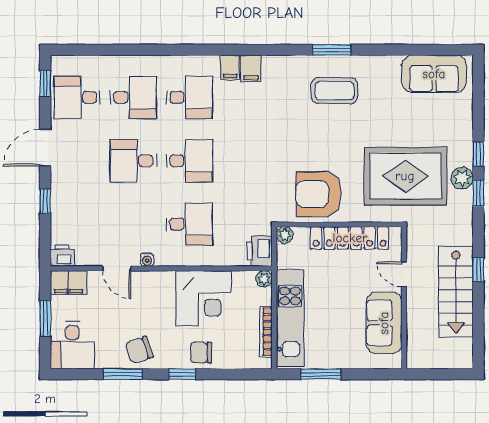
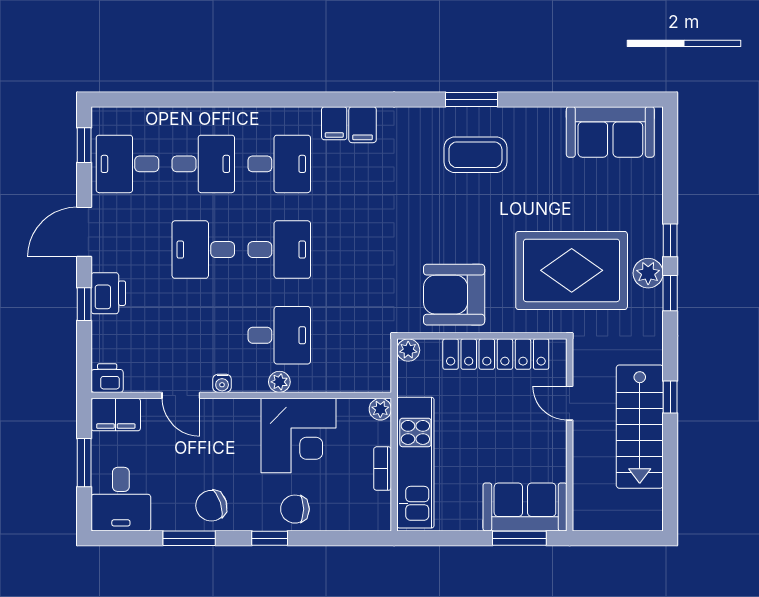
printer: (260, 251) -> (108, 293), moved, turned 180
plant: (189, 259) -> (279, 382), added
sofa: (384, 323) -> (525, 507), moved, turned 90
bookcase: (266, 332) -> (383, 469), width x0.64
window: (321, 374) -> (519, 538), moved

